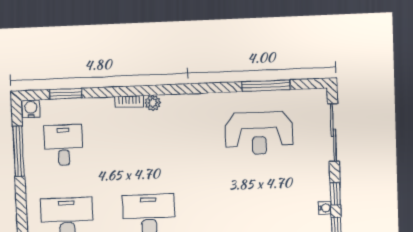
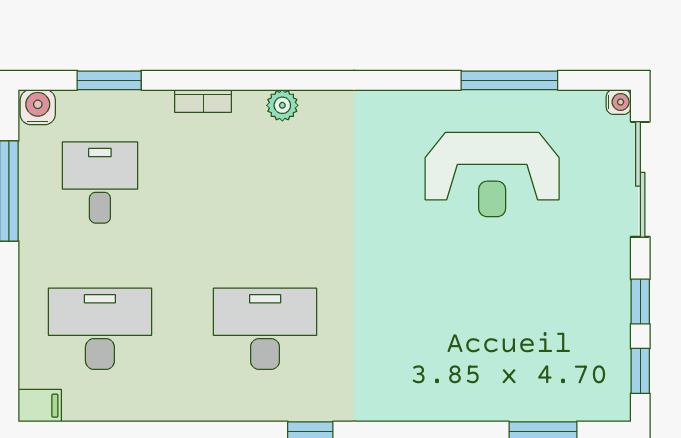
bookcase: (129, 102) -> (203, 101), moved
water cooler: (325, 208) -> (619, 102), moved

